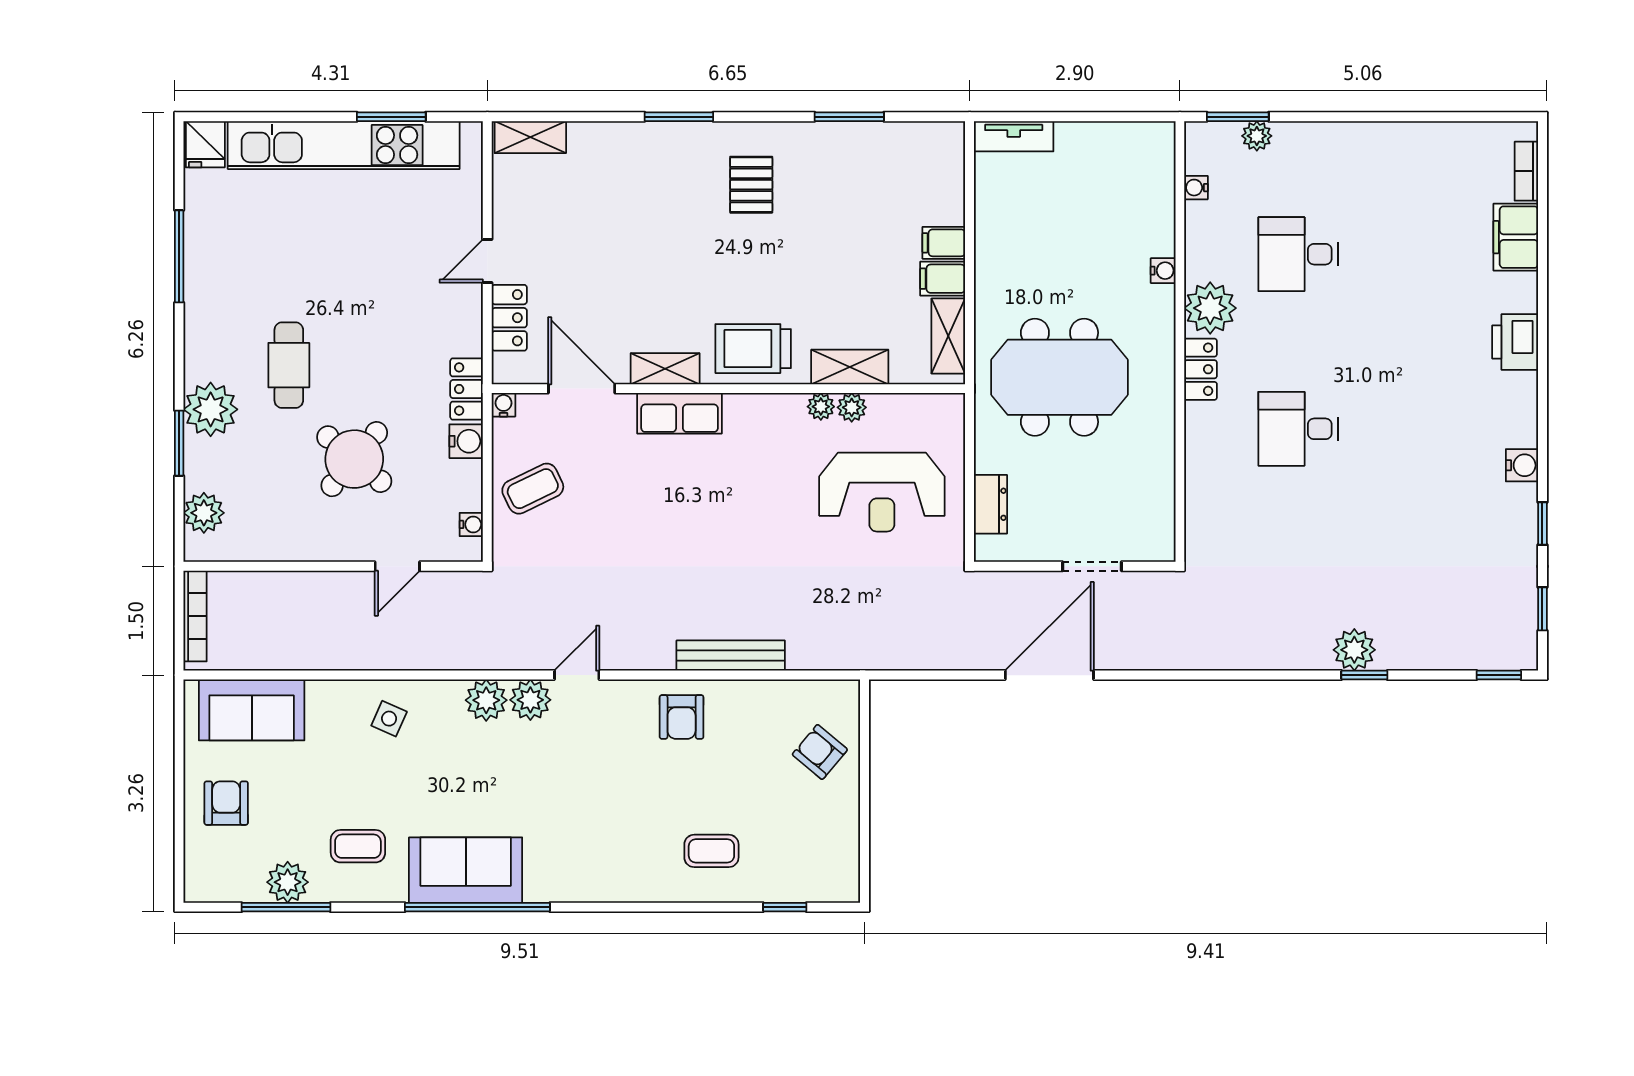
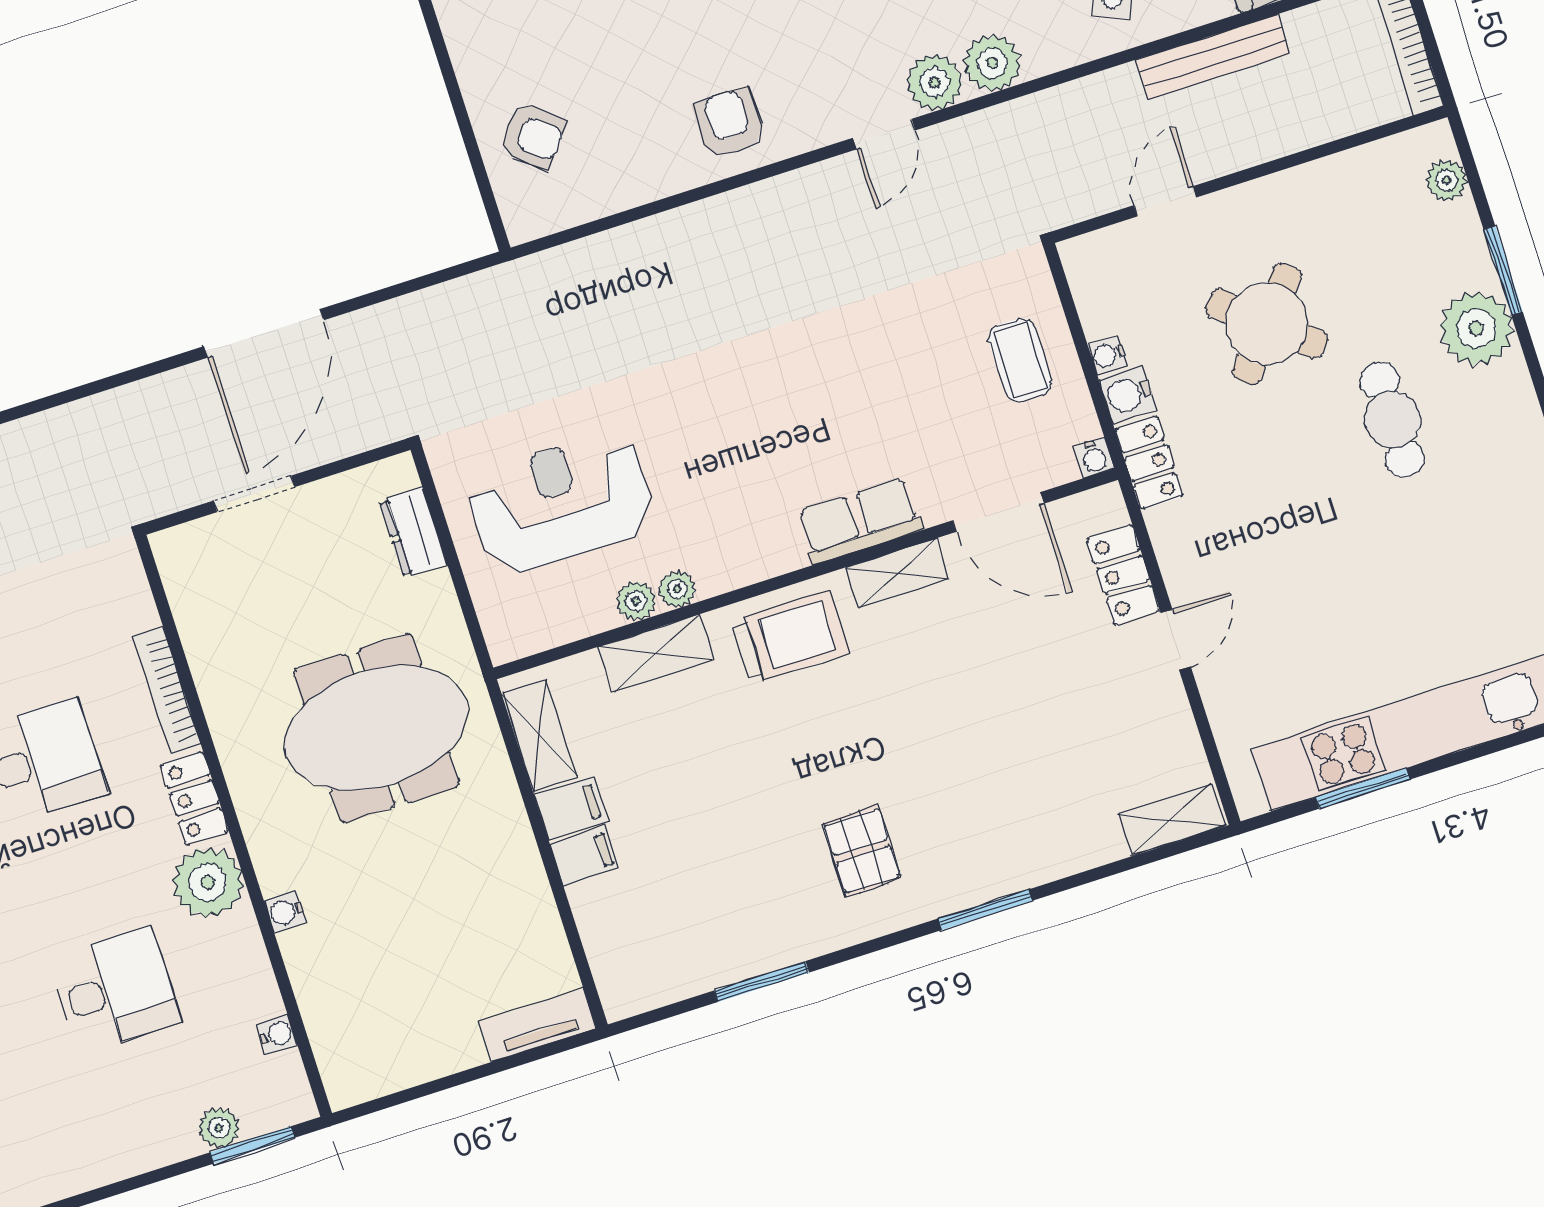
bookcase: (1196, 450) -> (167, 691), added
coffee table: (533, 489) -> (1020, 360), turned -64
plant: (204, 513) -> (1447, 180), width x0.73, depth x0.73
water cooler: (471, 524) -> (1108, 355), moved
bench: (731, 656) -> (1213, 57), moved

